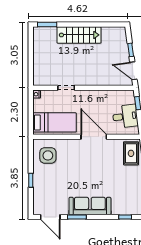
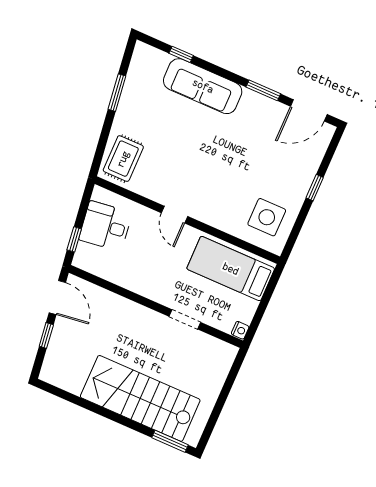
stairs: (79, 35) -> (140, 398), width x1.36, depth x1.51
door: (94, 137) -> (174, 215), width x0.53
sofa: (90, 206) -> (203, 86), moved
door: (50, 217) -> (309, 110), swing flipped

